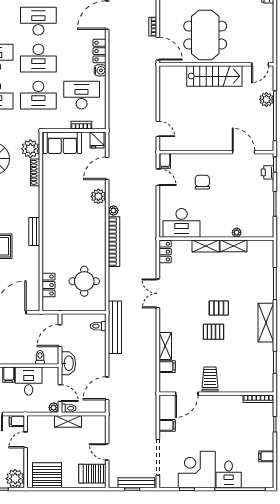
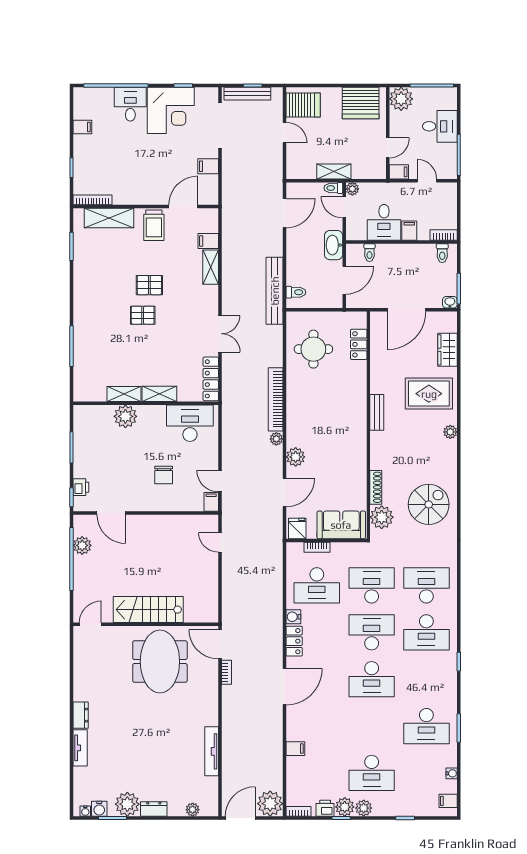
plant: (266, 99) -> (82, 545), moved
plant: (237, 232) -> (125, 416), width x1.88, depth x1.88
locker: (165, 252) -> (211, 379), width x1.53
shelving: (266, 323) -> (109, 218), moved, turned 90

